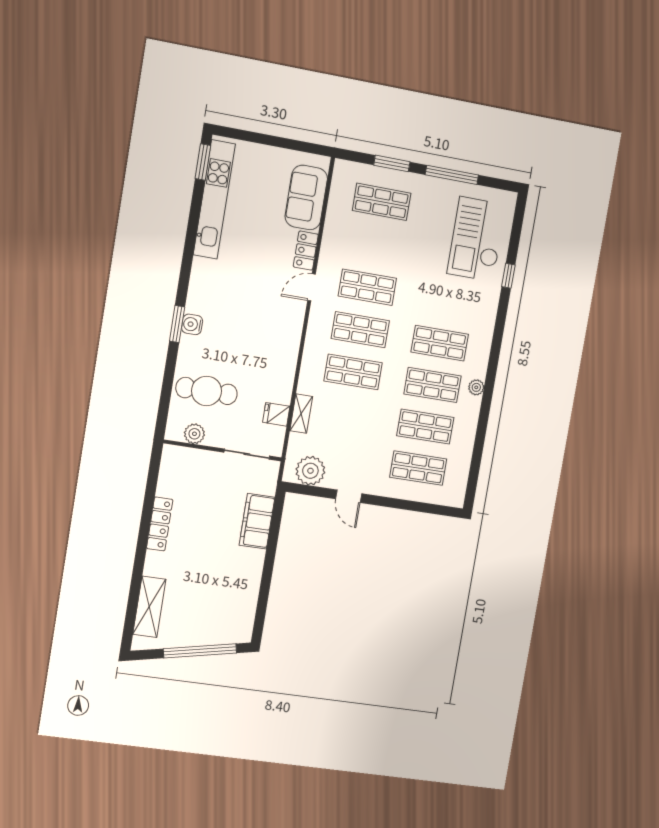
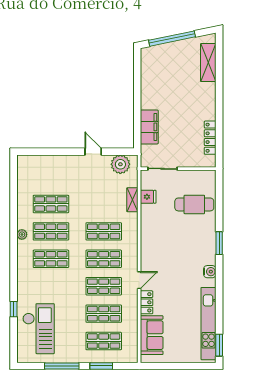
water cooler: (192, 324) -> (210, 272), moved
plant: (194, 434) -> (198, 176), removed
shop shelf: (418, 468) -> (104, 314), moved
locker: (160, 524) -> (210, 138), moved

